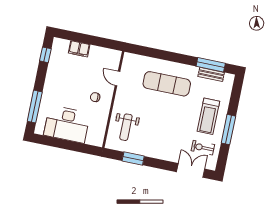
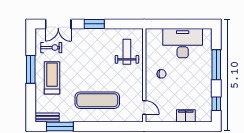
bench: (211, 74) -> (47, 118), moved
door: (118, 79) -> (144, 107), moved
window: (35, 107) -> (216, 65), moved
window: (133, 159) -> (94, 24), moved

